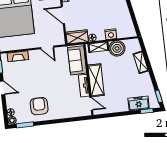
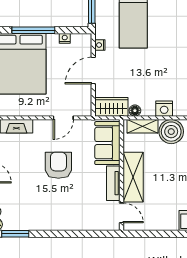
door: (63, 15) -> (93, 71), hinge flipped
door: (47, 47) -> (63, 118), hinge flipped
armchair: (39, 106) -> (58, 165), moved

